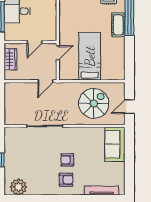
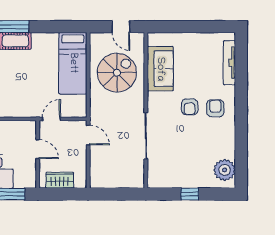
door: (58, 53) -> (51, 119), hinge flipped
bed: (90, 56) -> (73, 63), moved, turned -90
spiral stairs: (94, 103) -> (117, 73), turned 90
sofa: (115, 144) -> (160, 69), moved, turned -90

